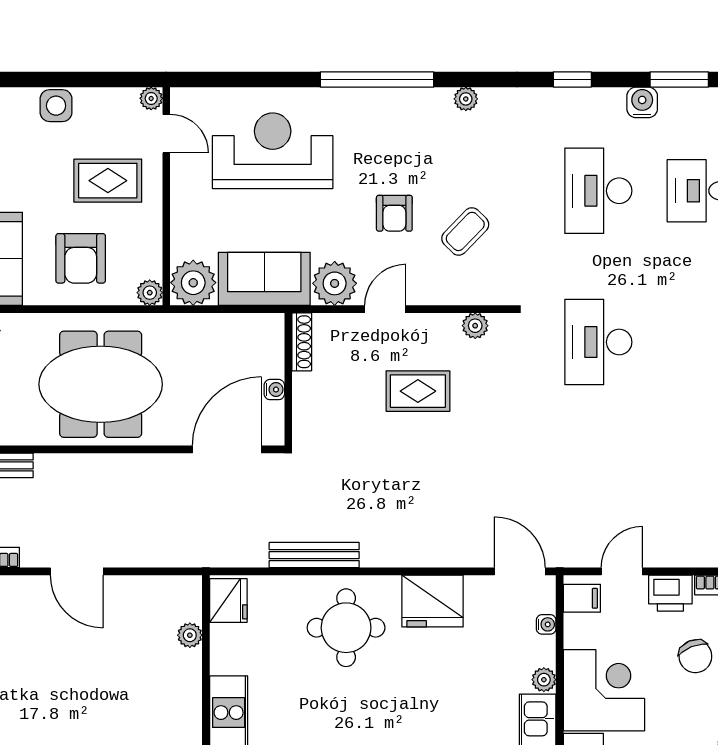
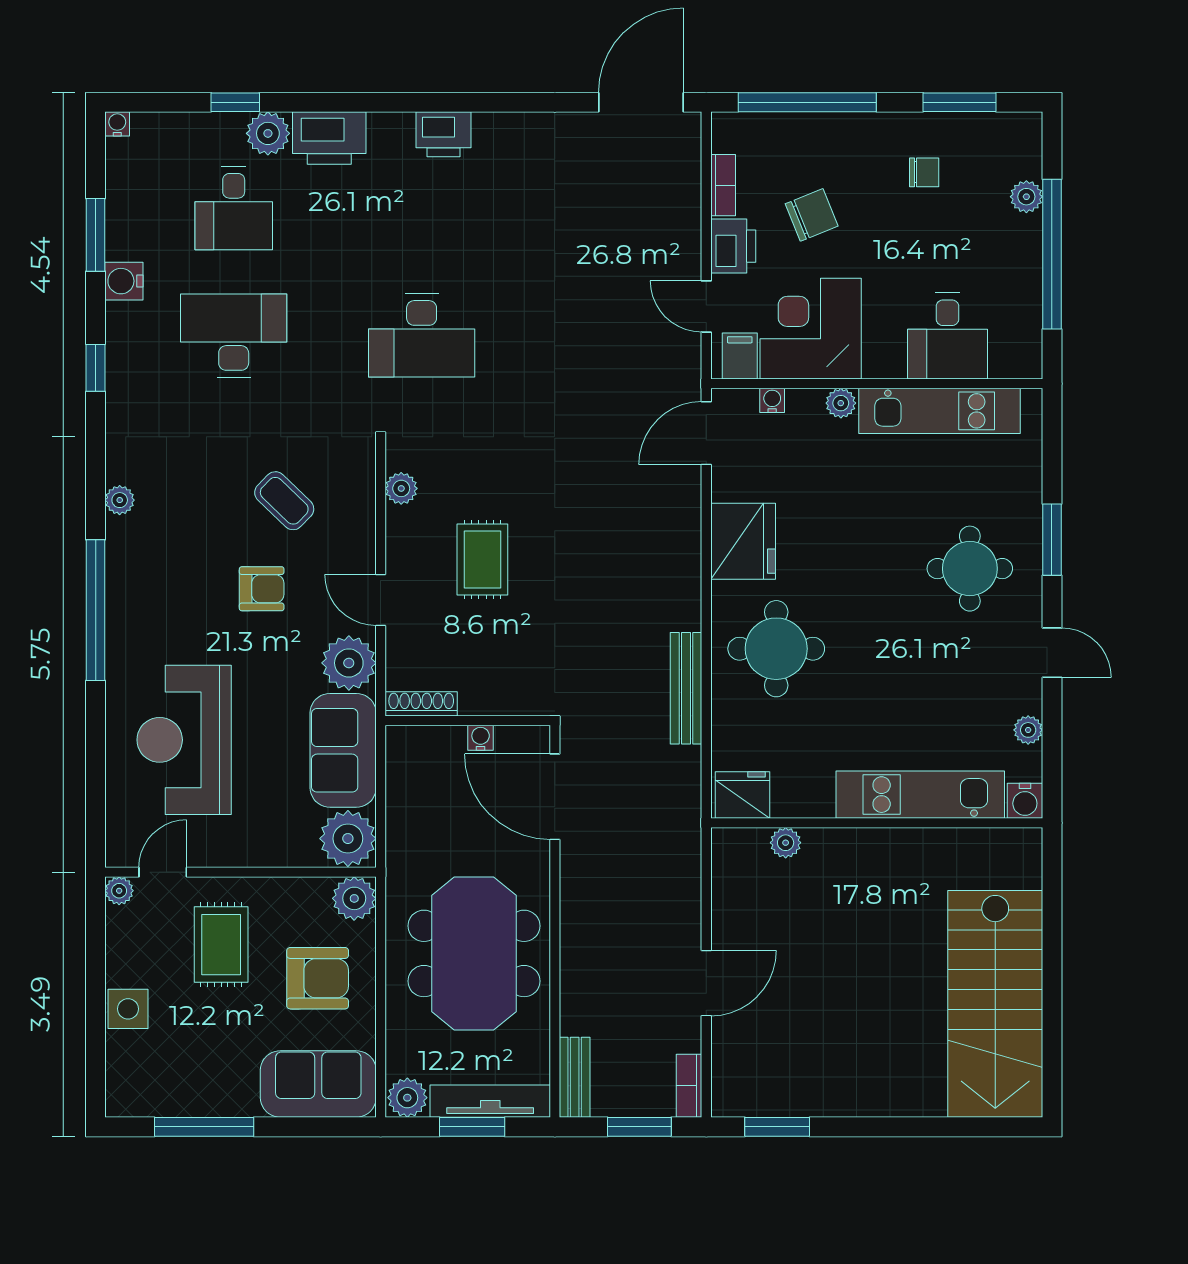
desk: (598, 191) -> (234, 335), turned 180
plant: (150, 293) -> (354, 898), width x1.38, depth x1.38
corner desk: (604, 690) -> (811, 329), moved

